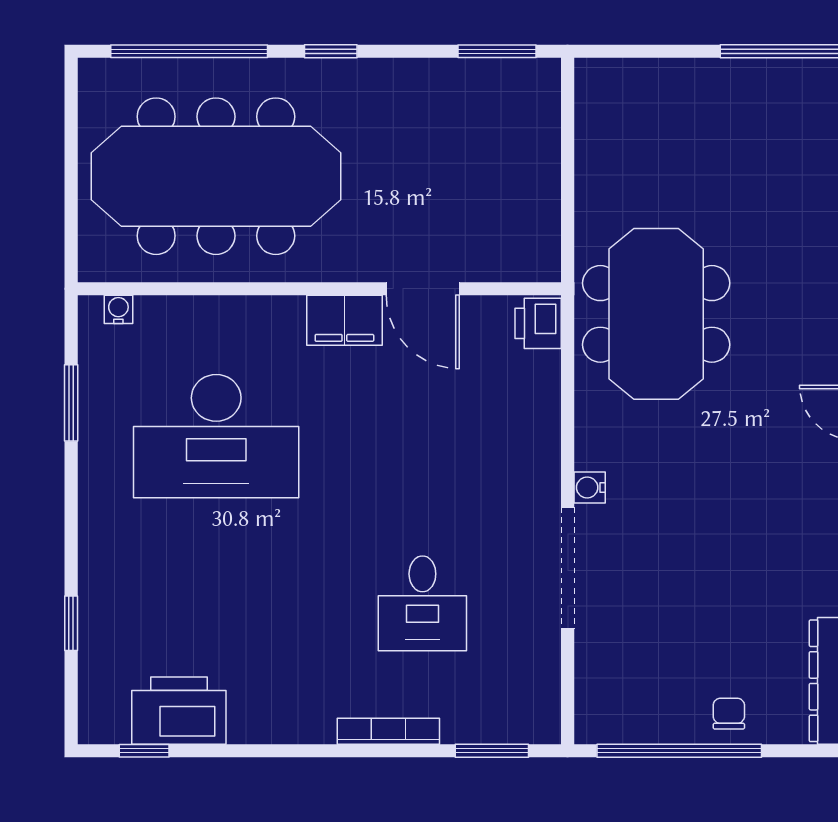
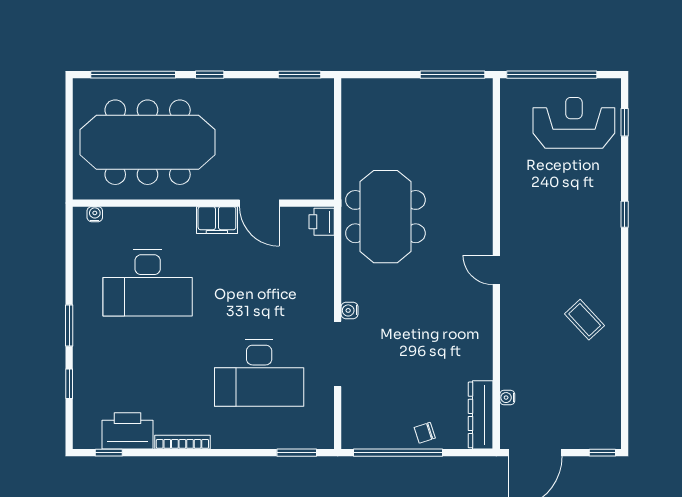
window: (71, 403) -> (69, 325), moved
desk: (422, 603) -> (259, 373), width x1.87, depth x1.30
chair: (729, 714) -> (425, 433), turned -108
bookcase: (388, 731) -> (182, 442), moved

